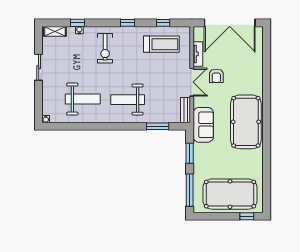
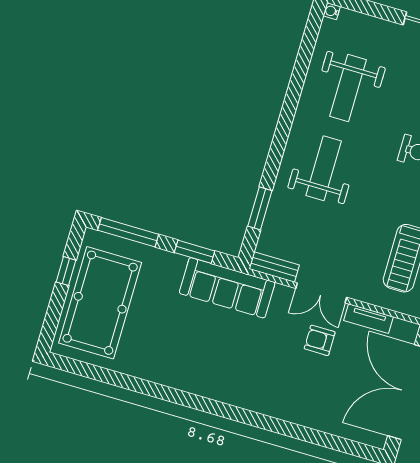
pool table: (246, 122) -> (222, 369), removed
sofa: (203, 125) -> (227, 288), width x1.36
window: (247, 216) -> (66, 271), moved

